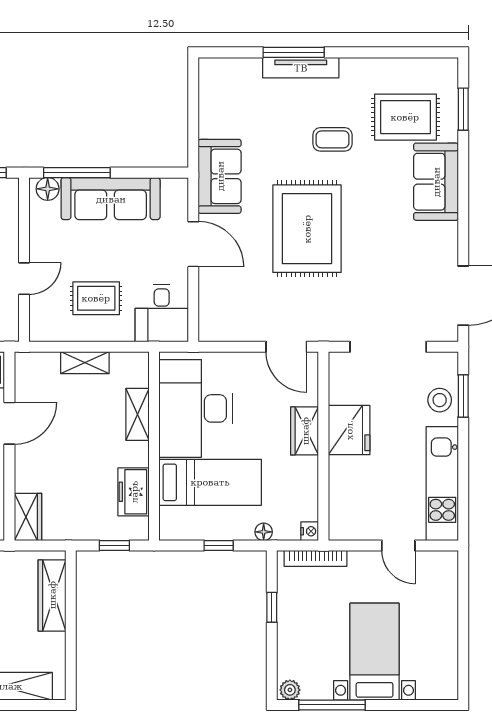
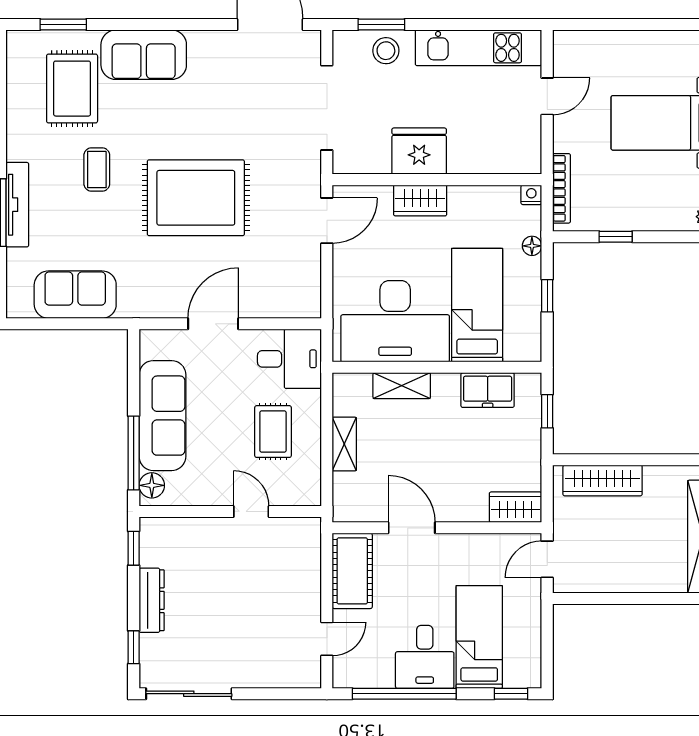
sofa: (220, 176) -> (75, 295), moved

